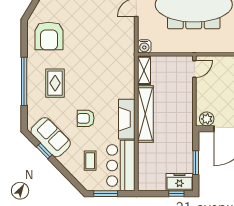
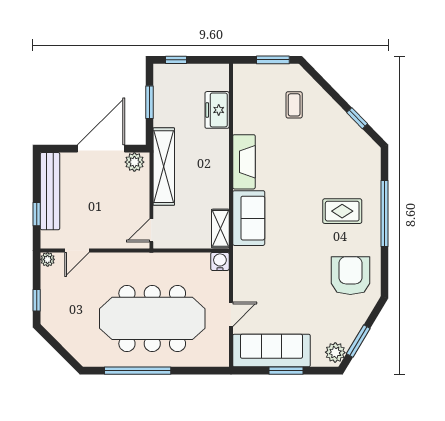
rug: (55, 83) -> (342, 211), turned 90
shelving: (145, 114) -> (164, 167), moved
armchair: (86, 118) -> (300, 163), removed
sofa: (51, 137) -> (249, 218), moved, turned -136
bar counter: (121, 165) -> (252, 98), removed
freezer: (180, 182) -> (217, 110), moved, turned 90

